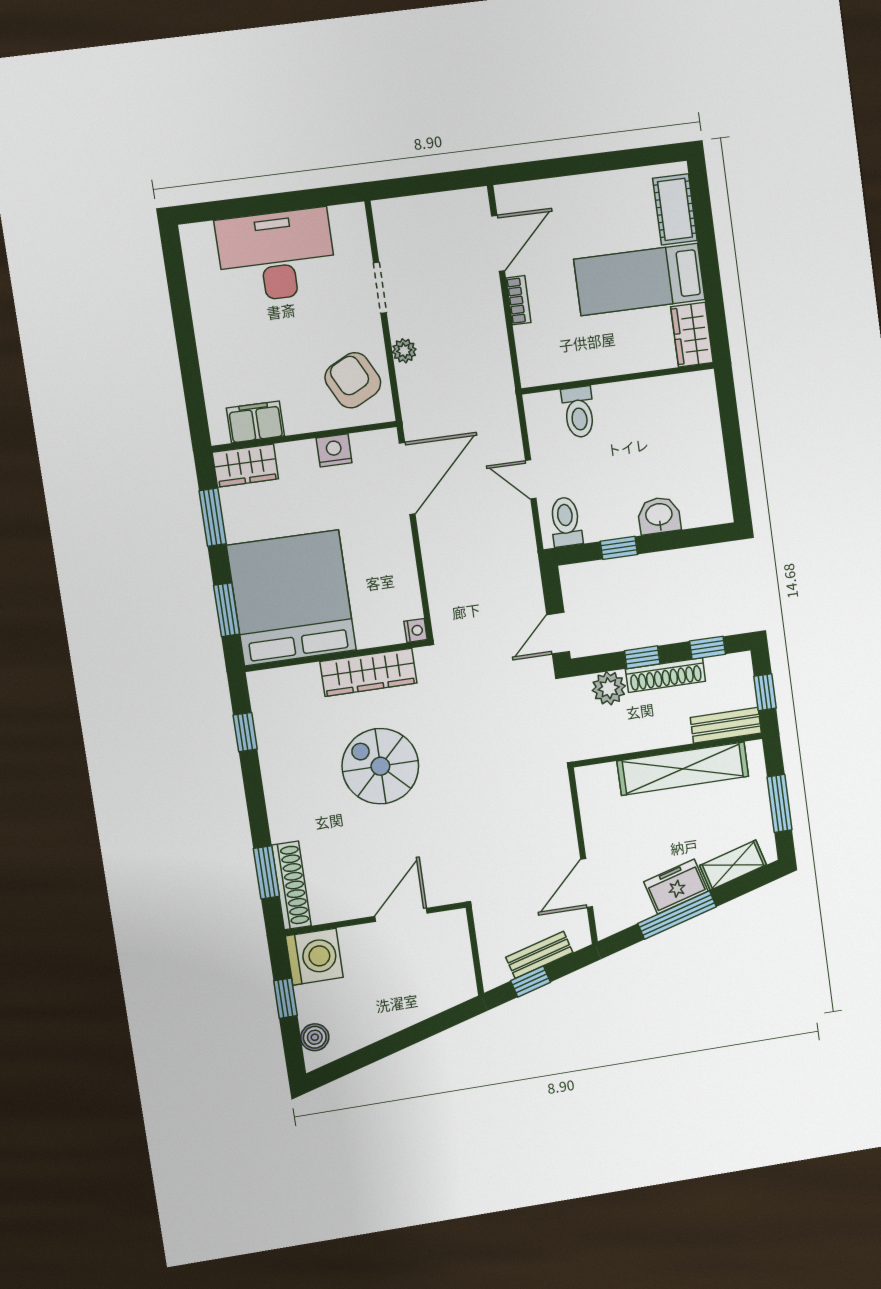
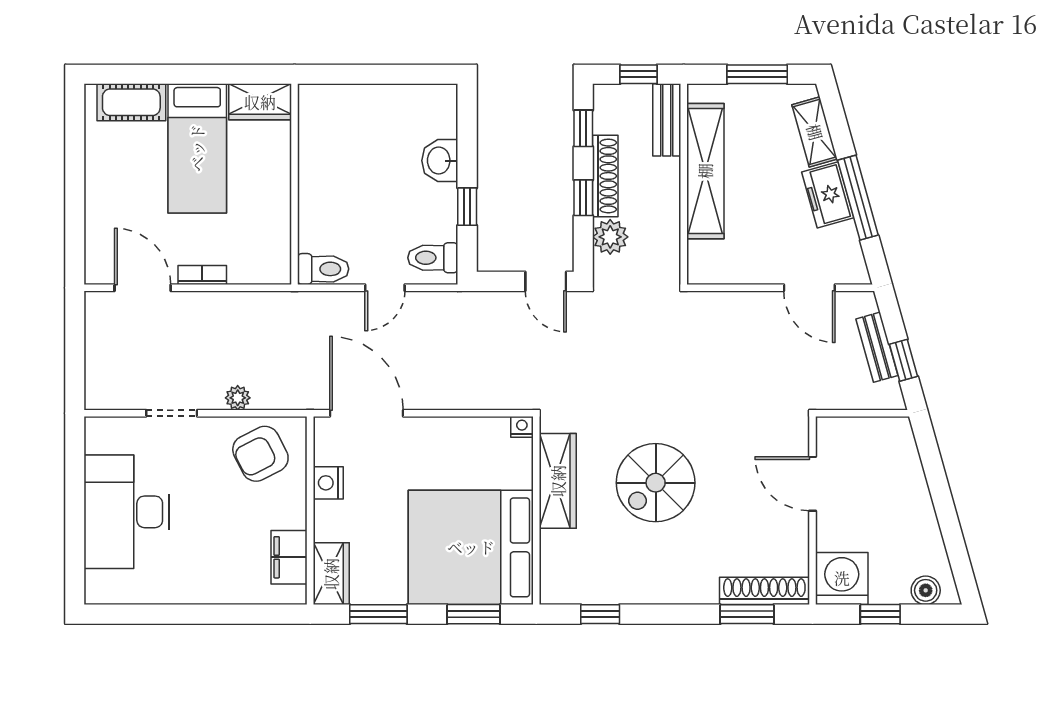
toilet: (579, 412) -> (323, 269), moved

